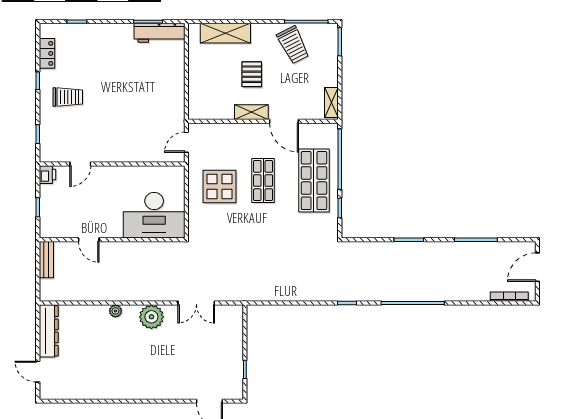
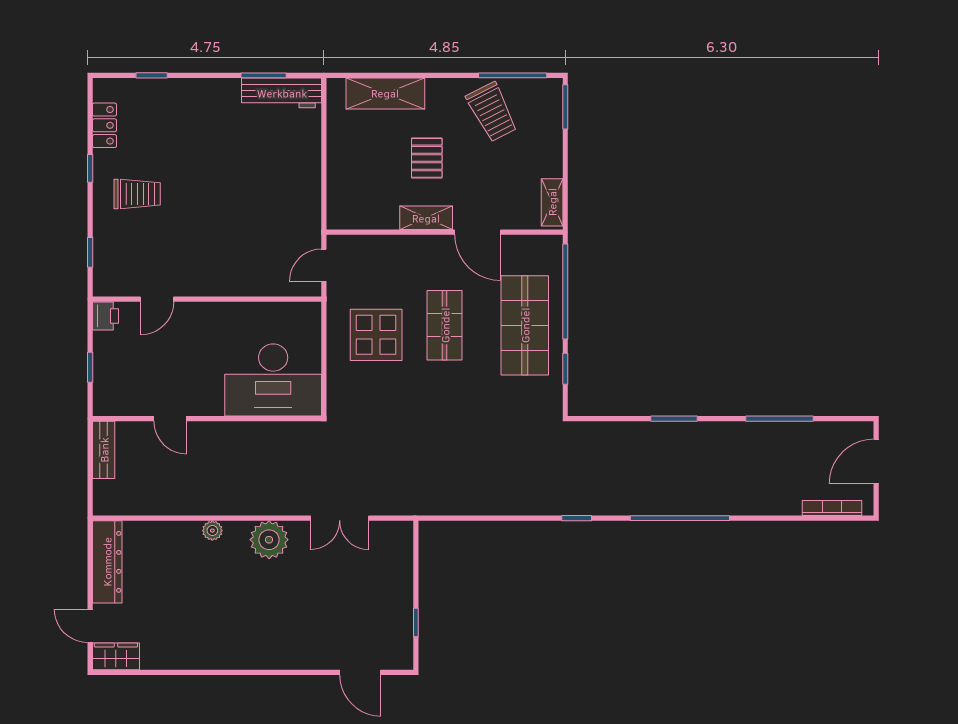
wardrobe: (54, 391) -> (116, 656), added

